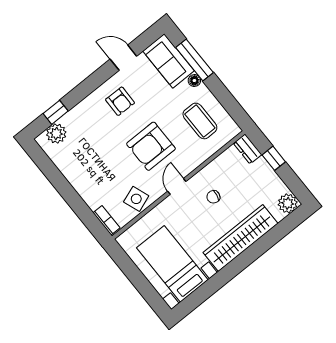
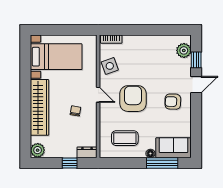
door: (123, 58) -> (196, 85), moved

